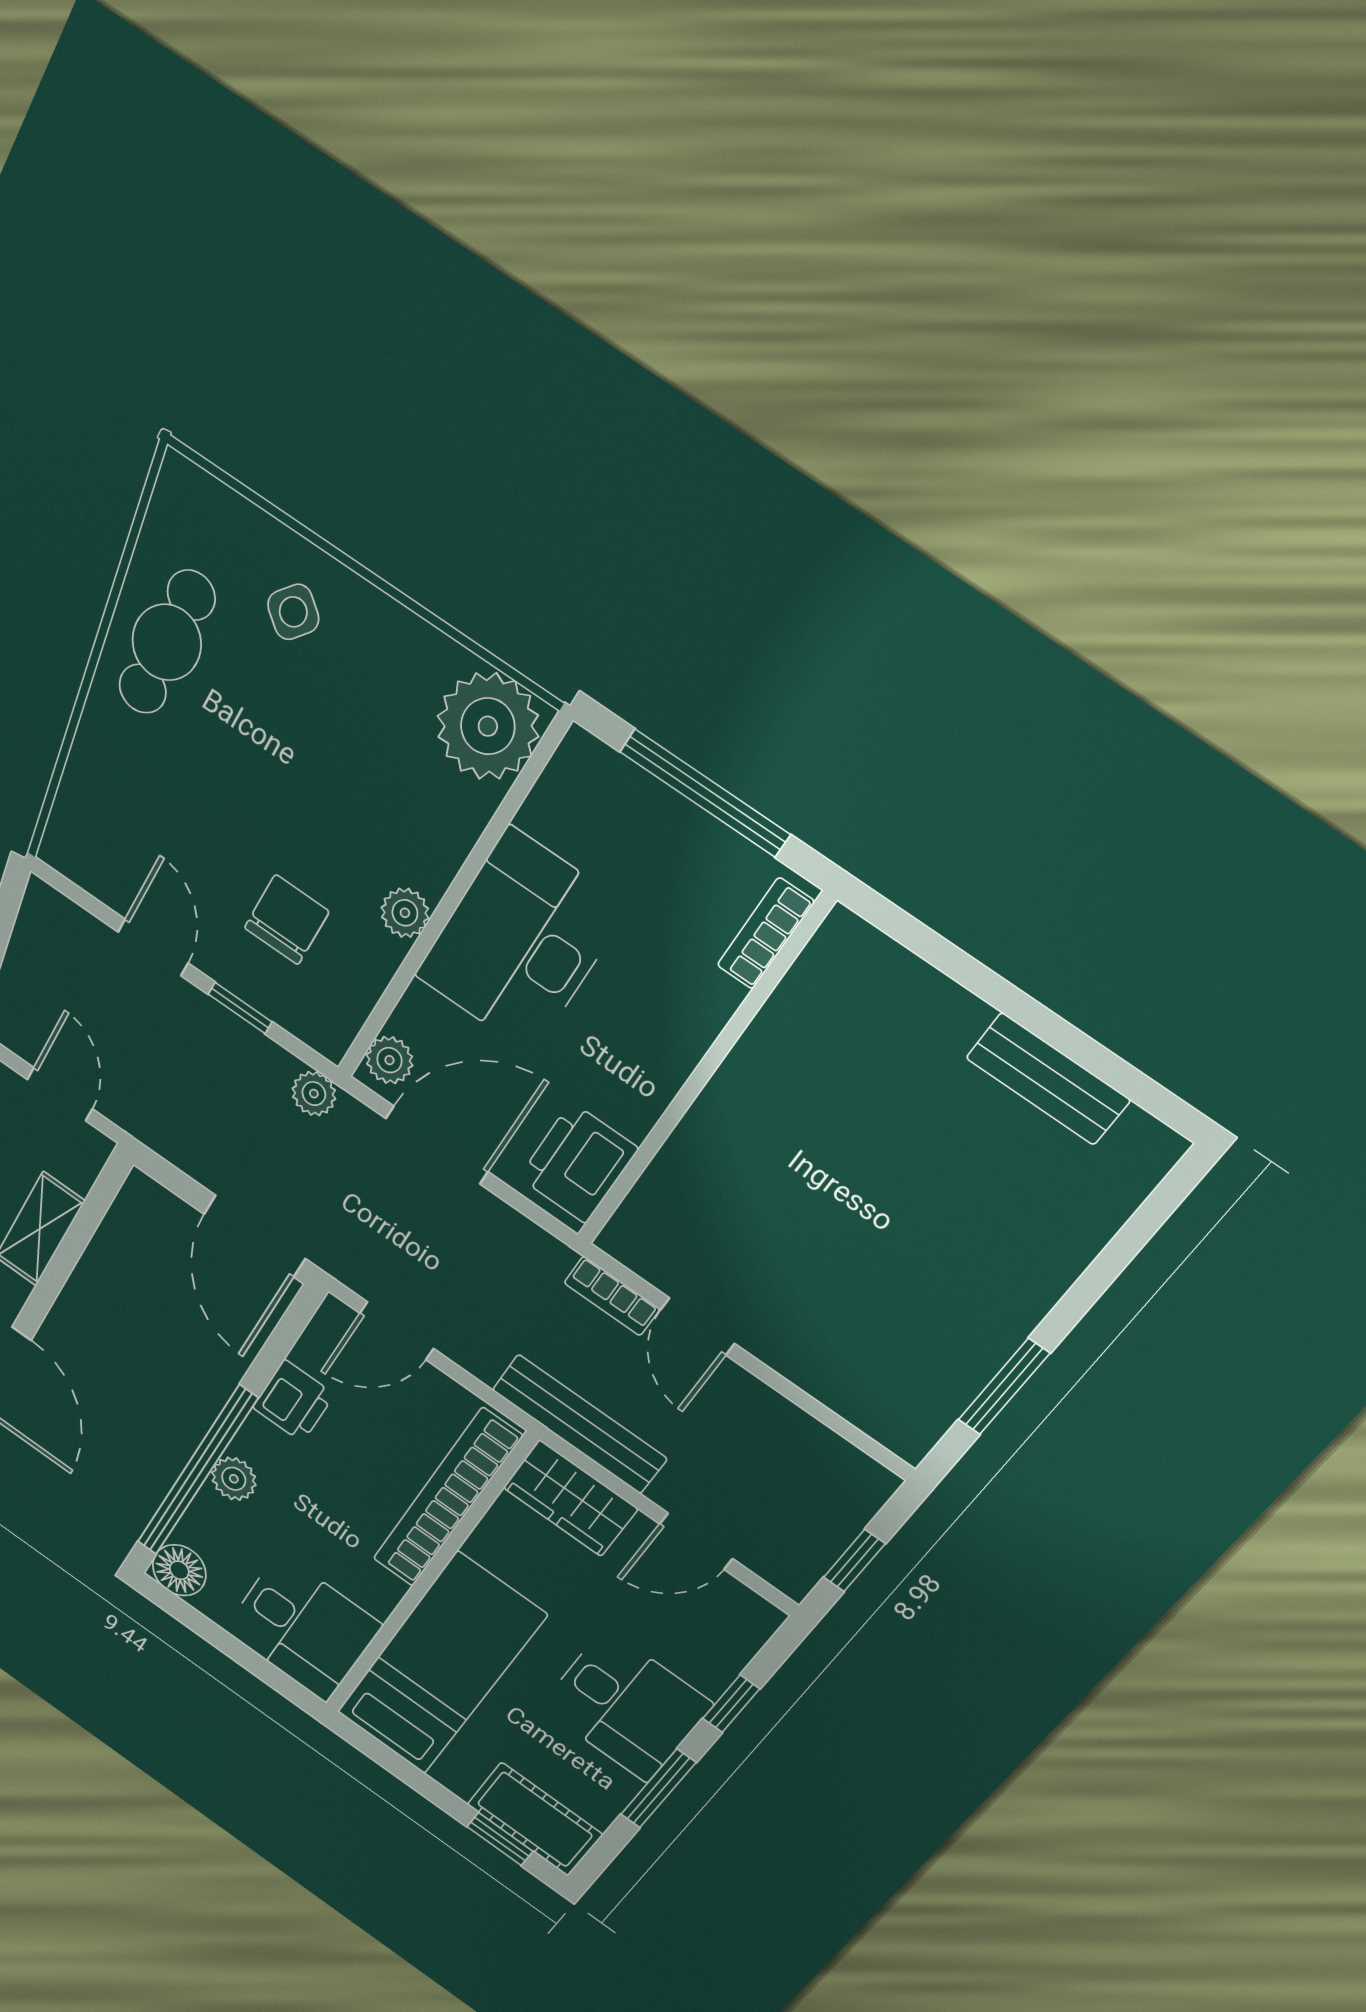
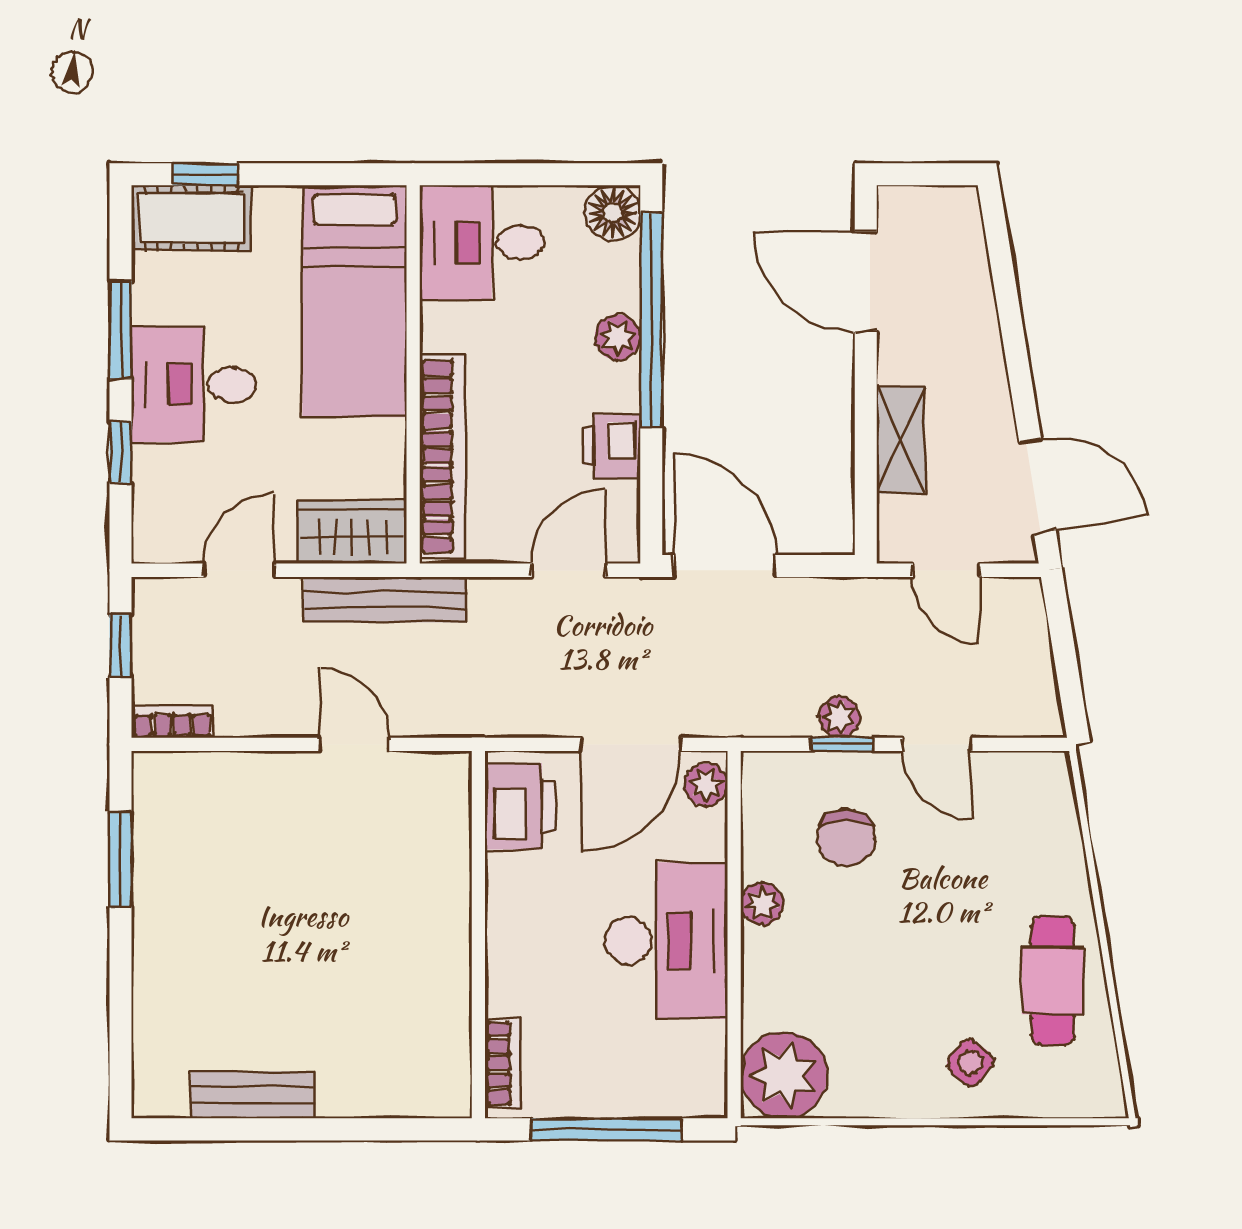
plant: (314, 1094) -> (839, 717), moved
bookcase: (612, 1296) -> (172, 721), moved

